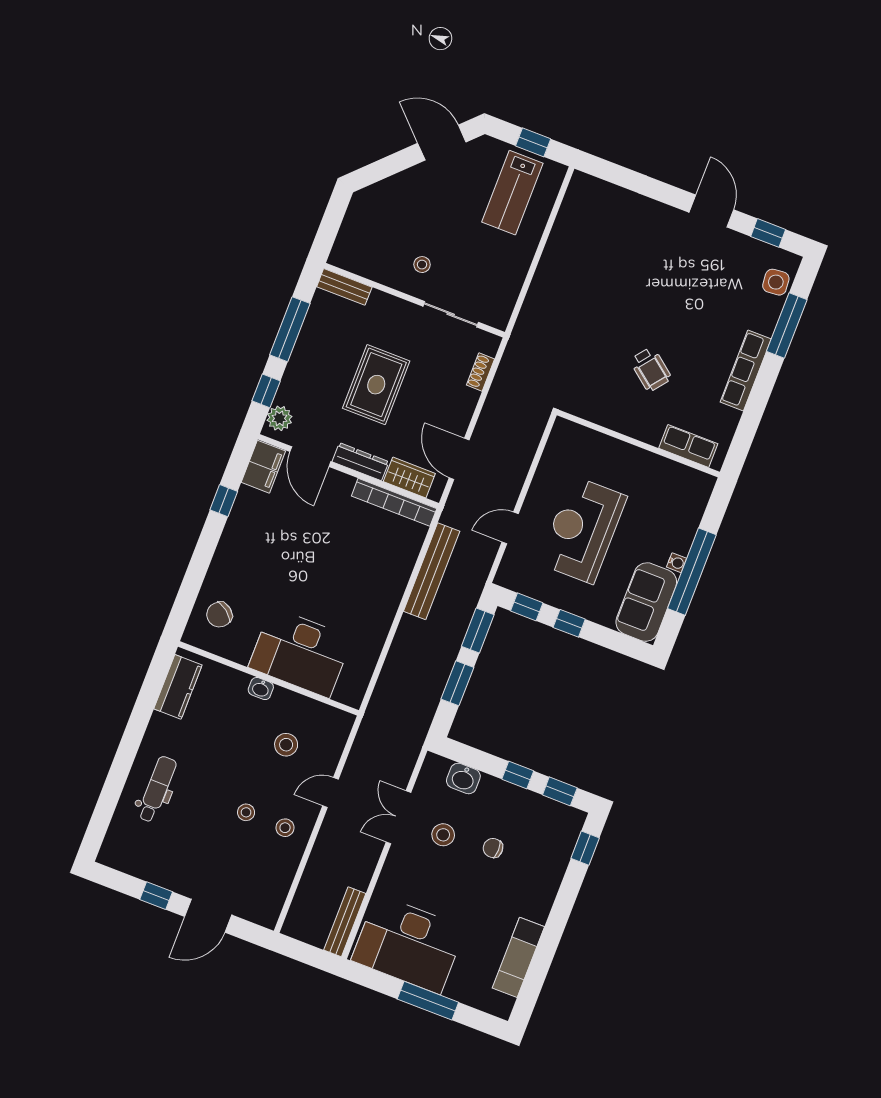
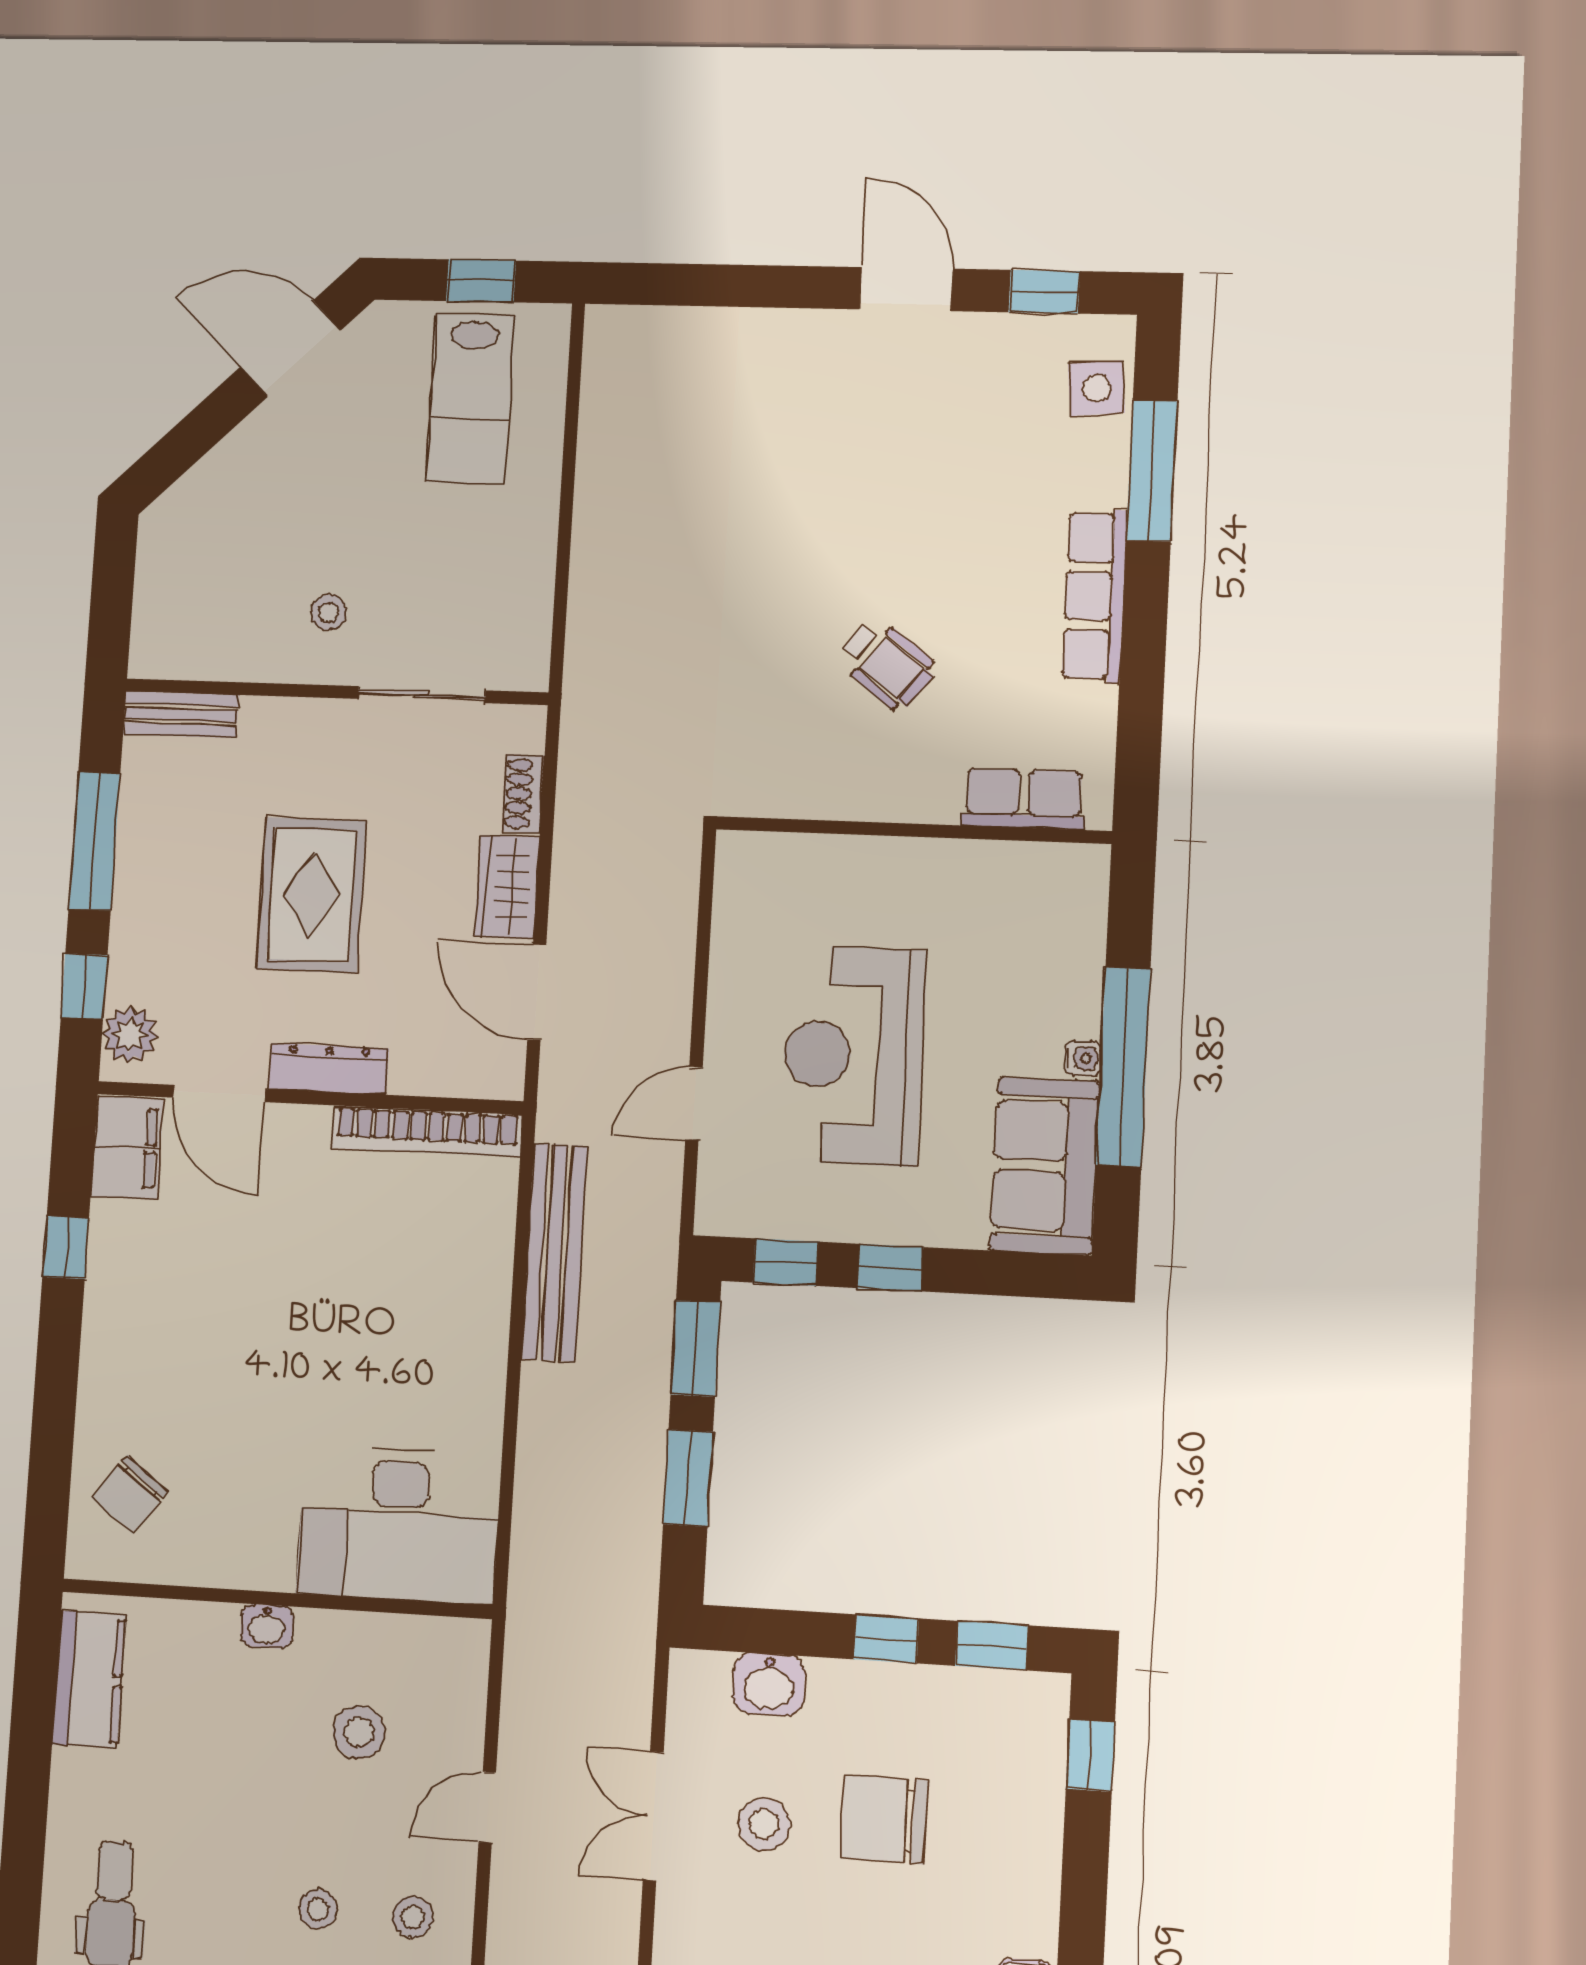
wardrobe: (409, 478) -> (507, 887), moved, turned -90
desk: (300, 652) -> (399, 1525), moved
chair: (493, 848) -> (884, 1820), width x1.87, depth x1.87

